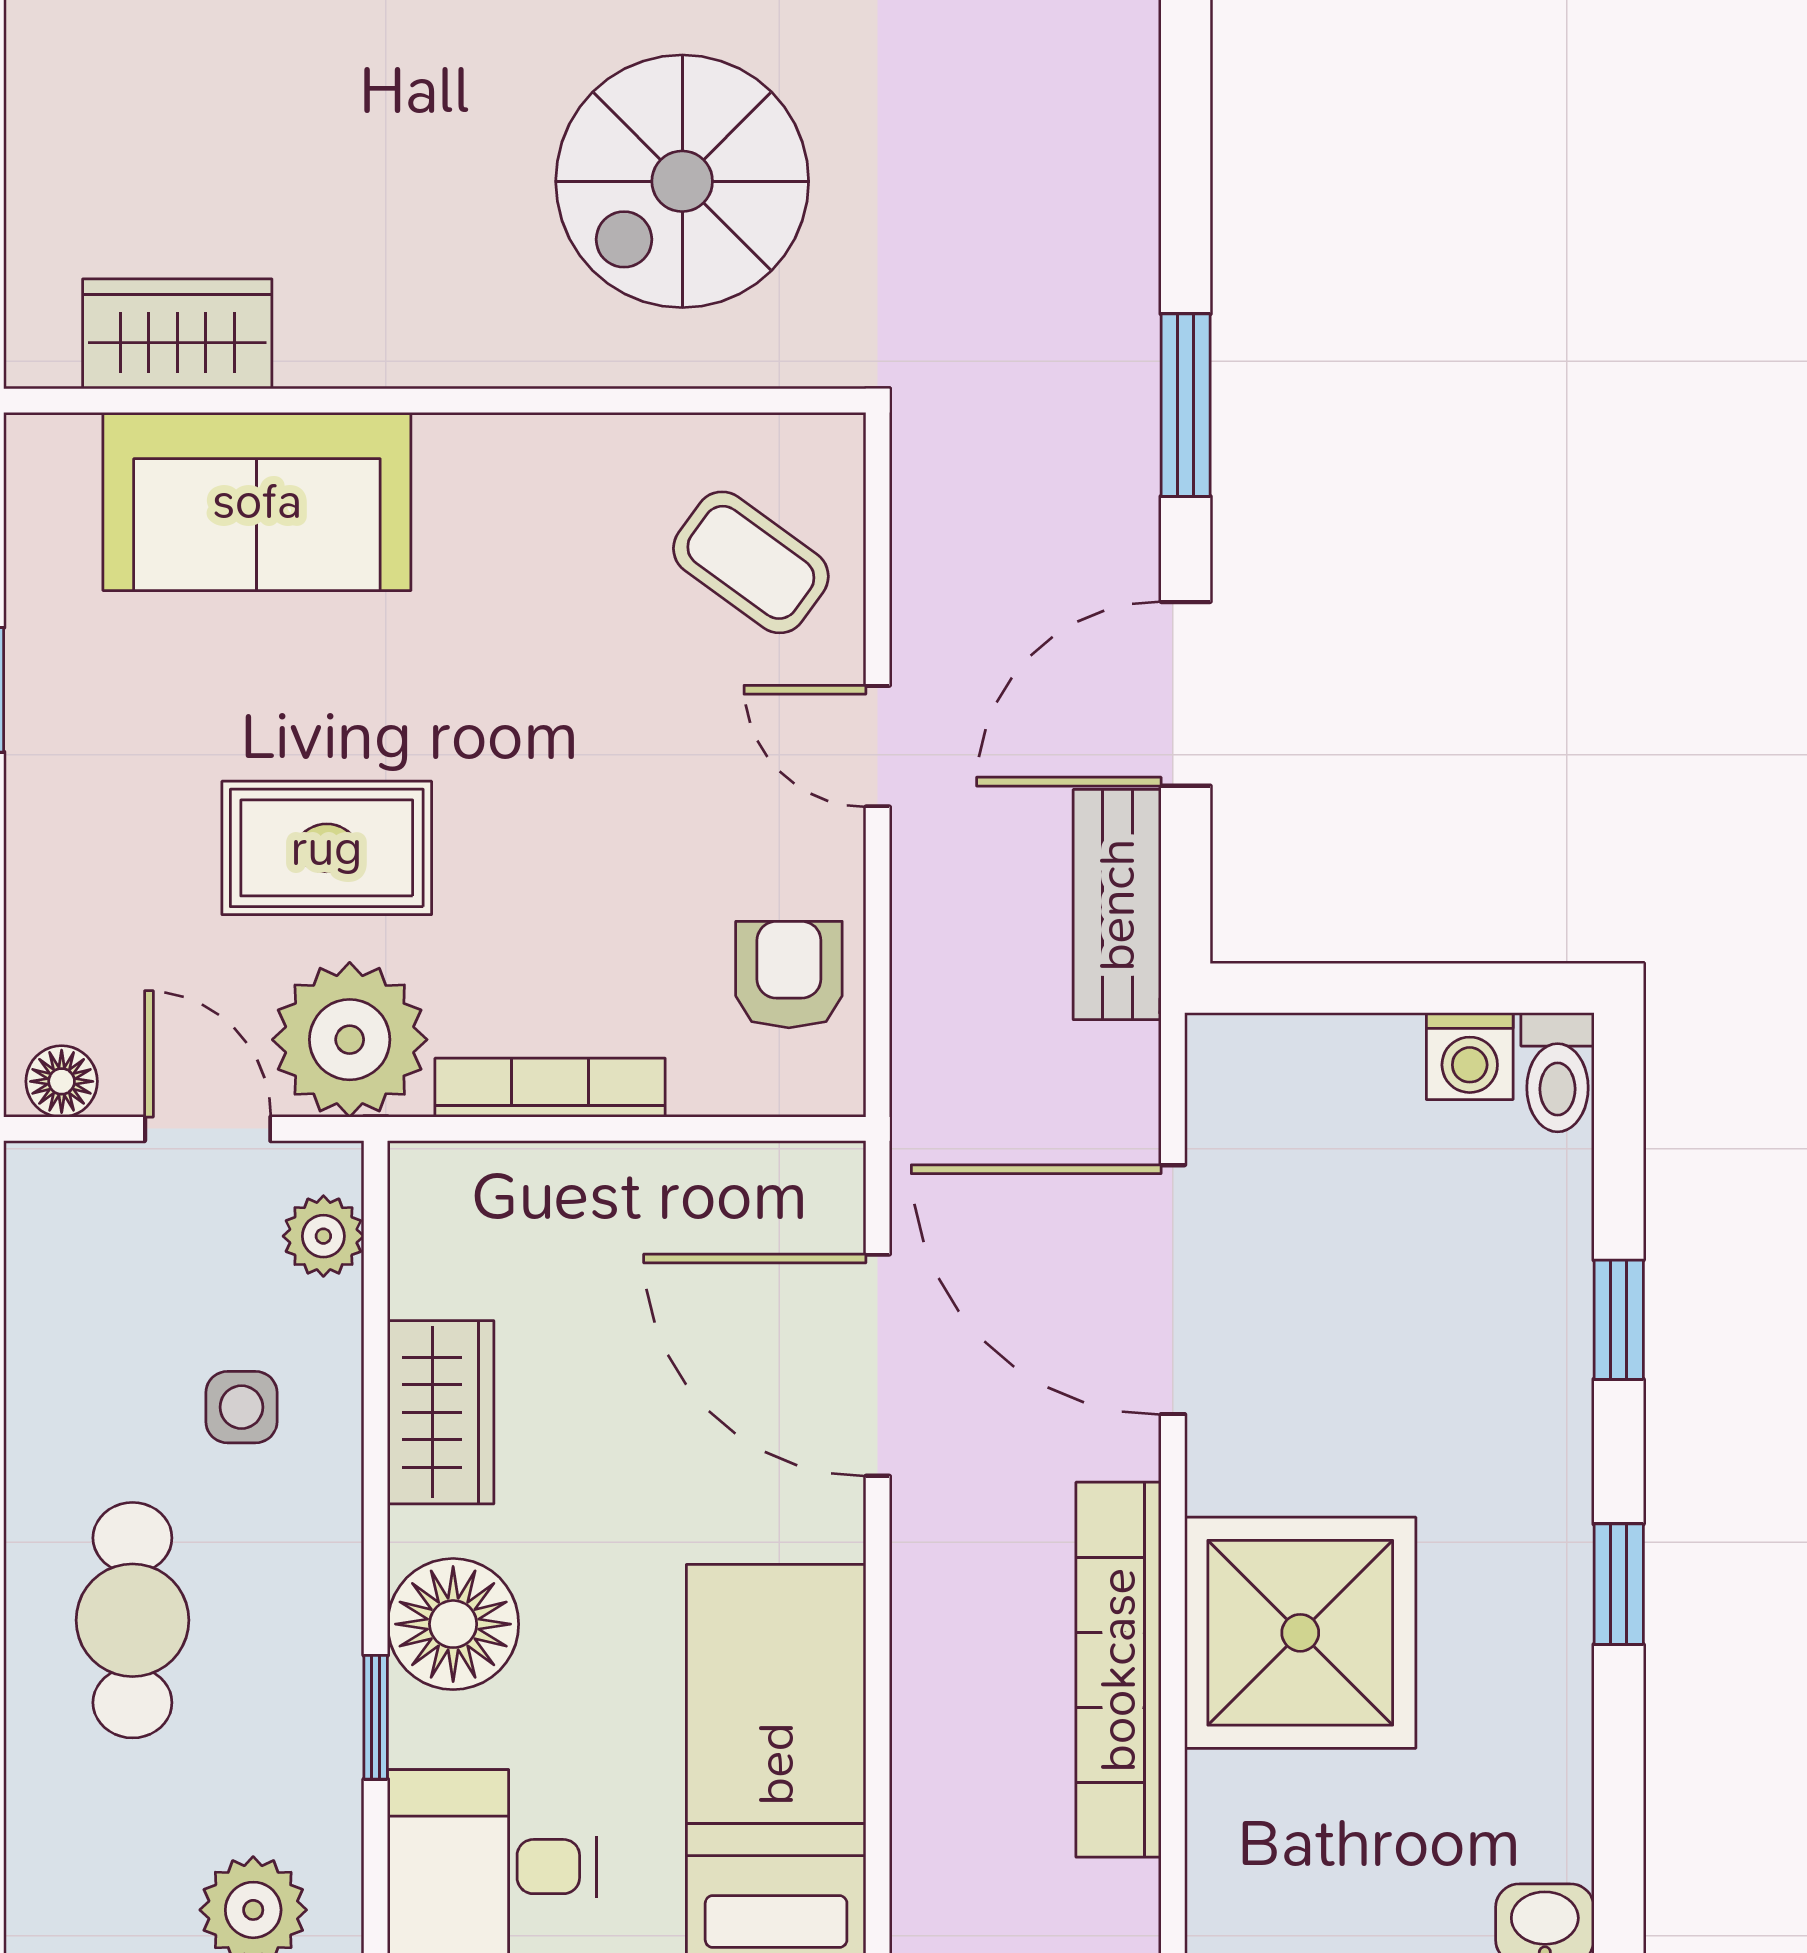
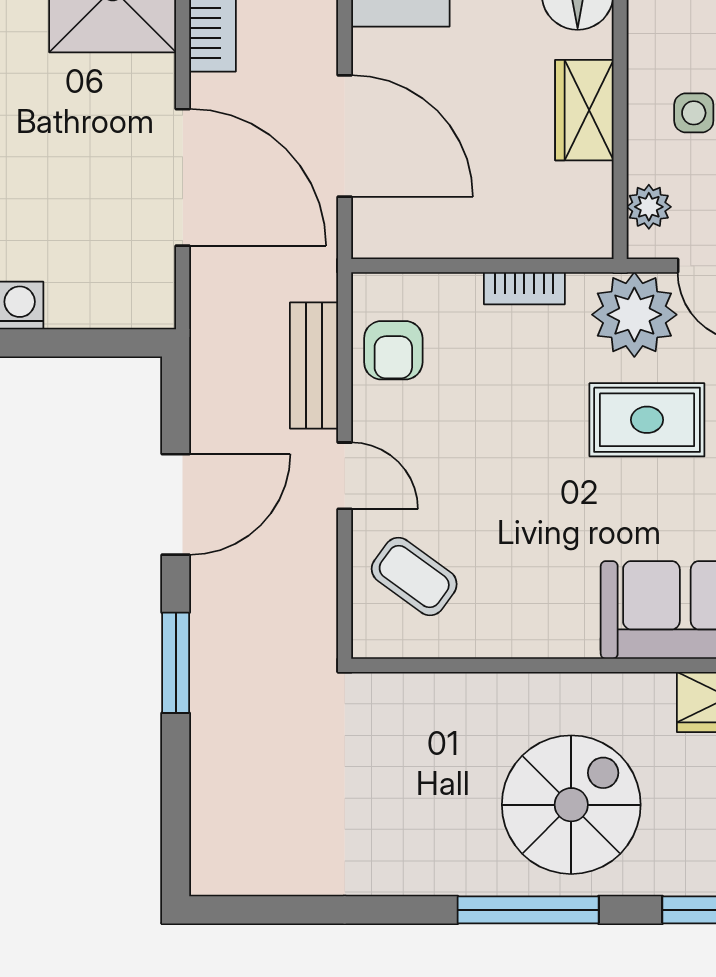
spiral stairs: (682, 181) -> (571, 805), moved
bench: (1117, 905) -> (314, 365), moved
bookcase: (550, 1088) -> (524, 288), width x0.64

